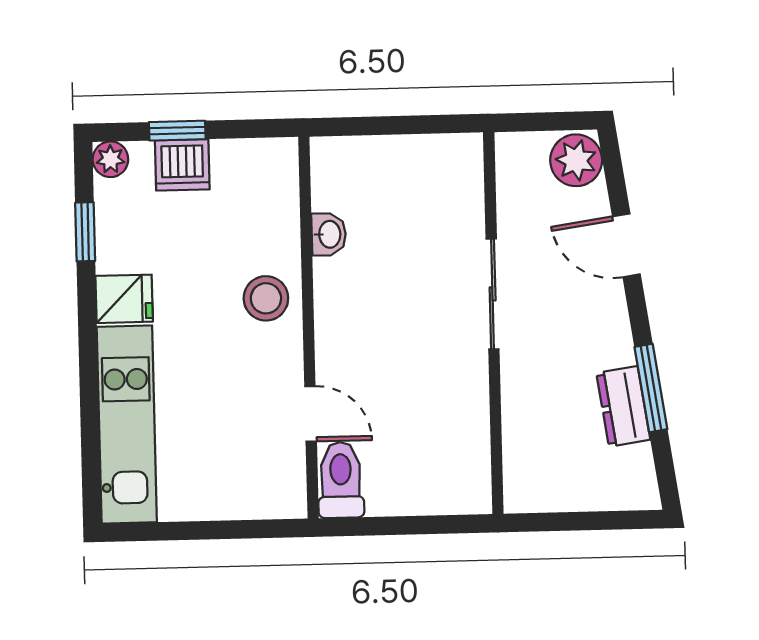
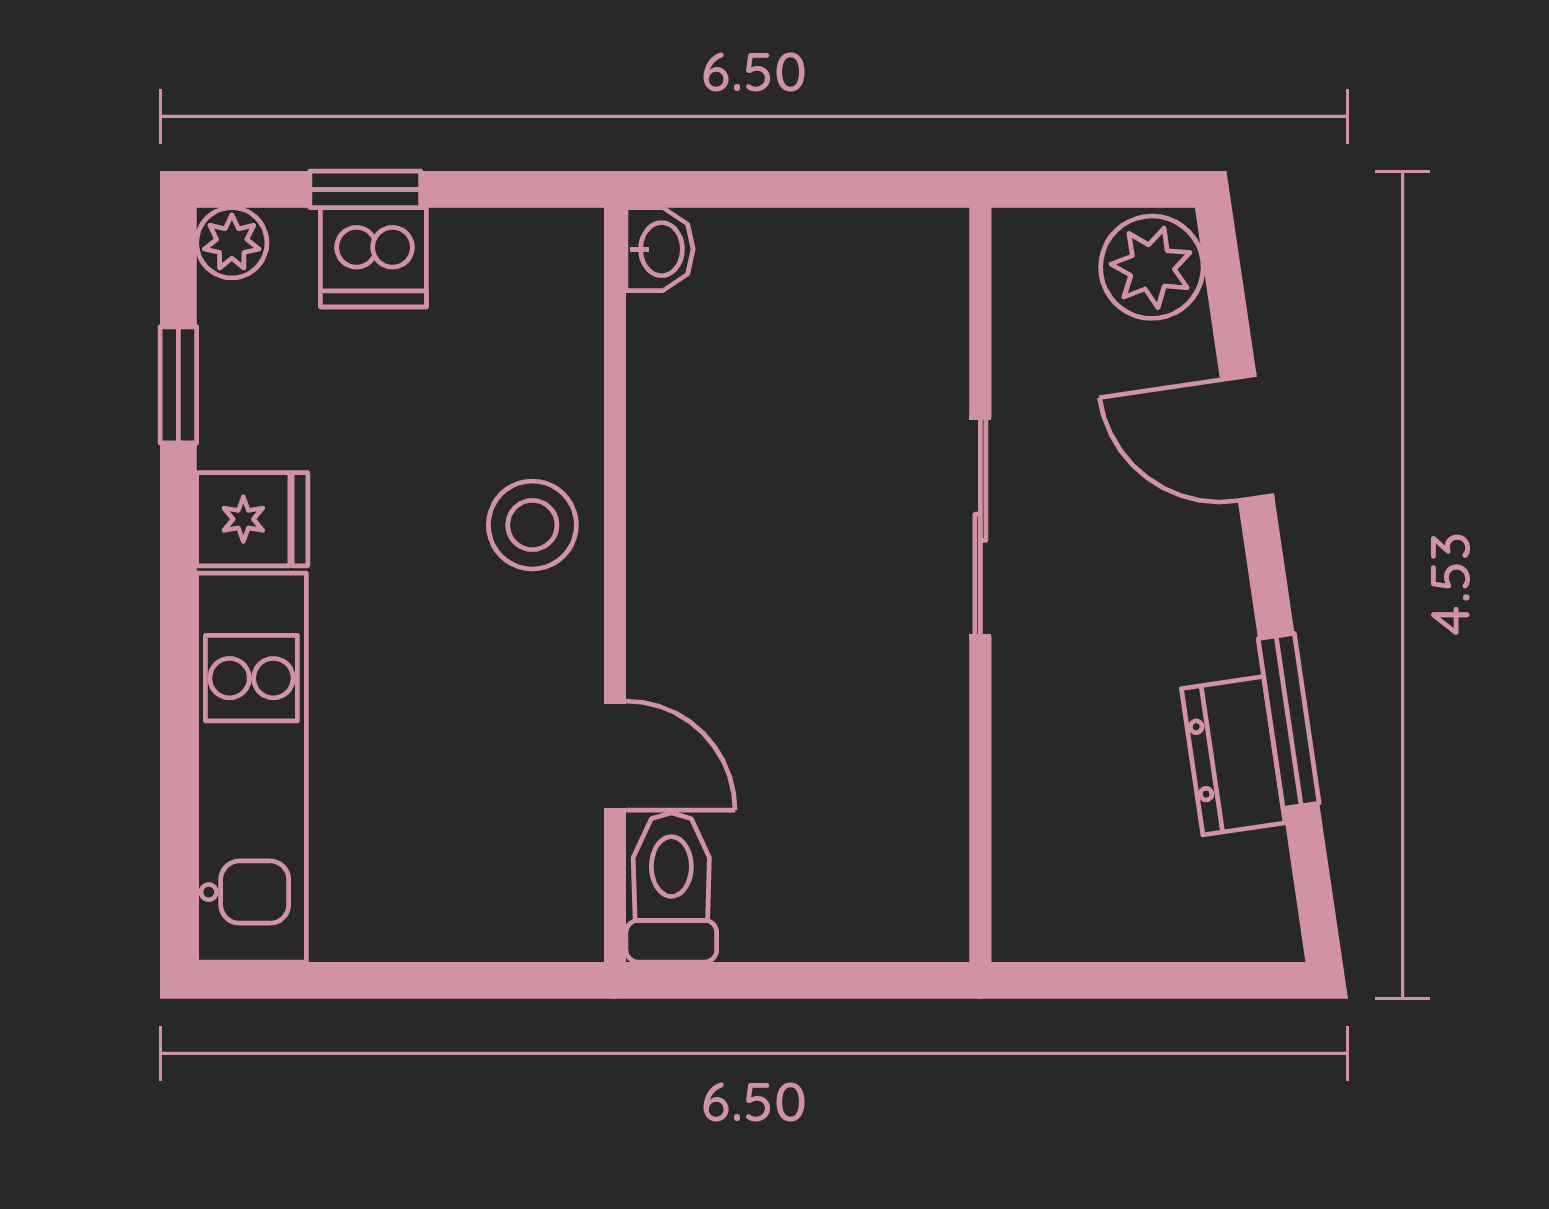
washbasin: (329, 234) -> (660, 249), moved

